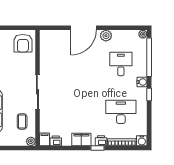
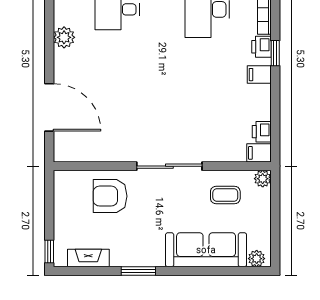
door: (84, 28) -> (49, 107), moved
armchair: (23, 43) -> (110, 196), moved, turned 180
filing cabinet: (81, 140) -> (259, 75), width x0.50

